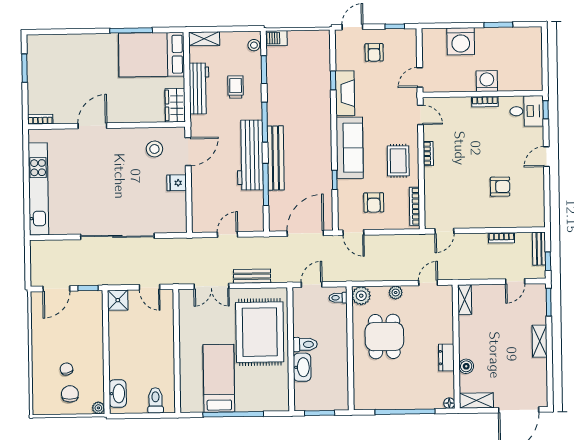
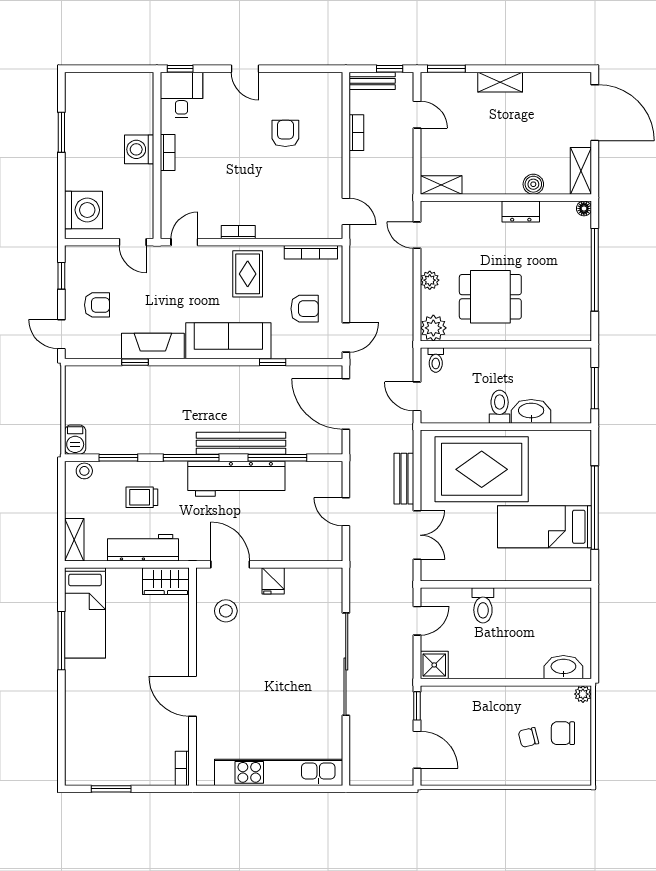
washing machine: (461, 41) -> (83, 210), moved
bed: (152, 55) -> (85, 613), width x0.67
rug: (398, 161) -> (248, 274), turned 90
toilet: (155, 400) -> (483, 605), moved, turned -90

